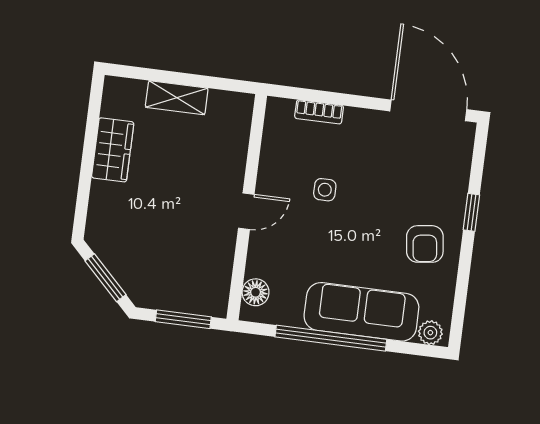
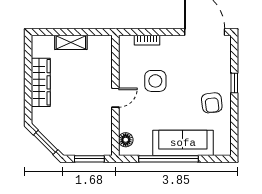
wardrobe: (113, 150) -> (41, 82), width x1.50
side table: (325, 190) -> (155, 81), width x1.87, depth x1.87
plant: (430, 333) -> (221, 149), removed

